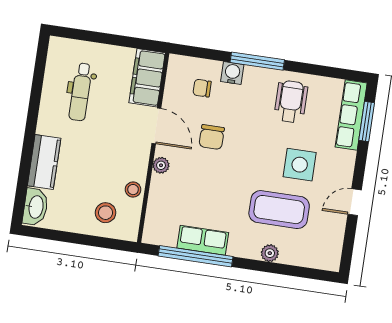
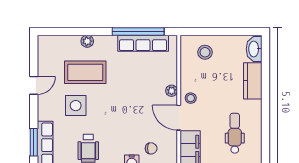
chair: (212, 137) -> (139, 116), removed
stool: (133, 190) -> (191, 98), moved
row of seats: (203, 240) -> (143, 43), width x1.48

